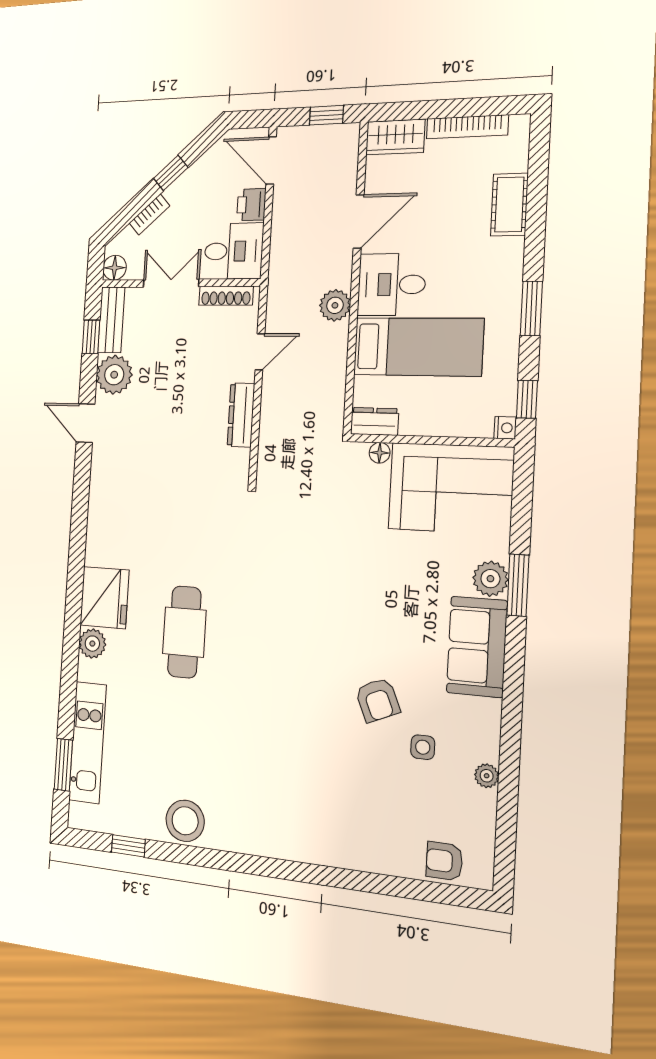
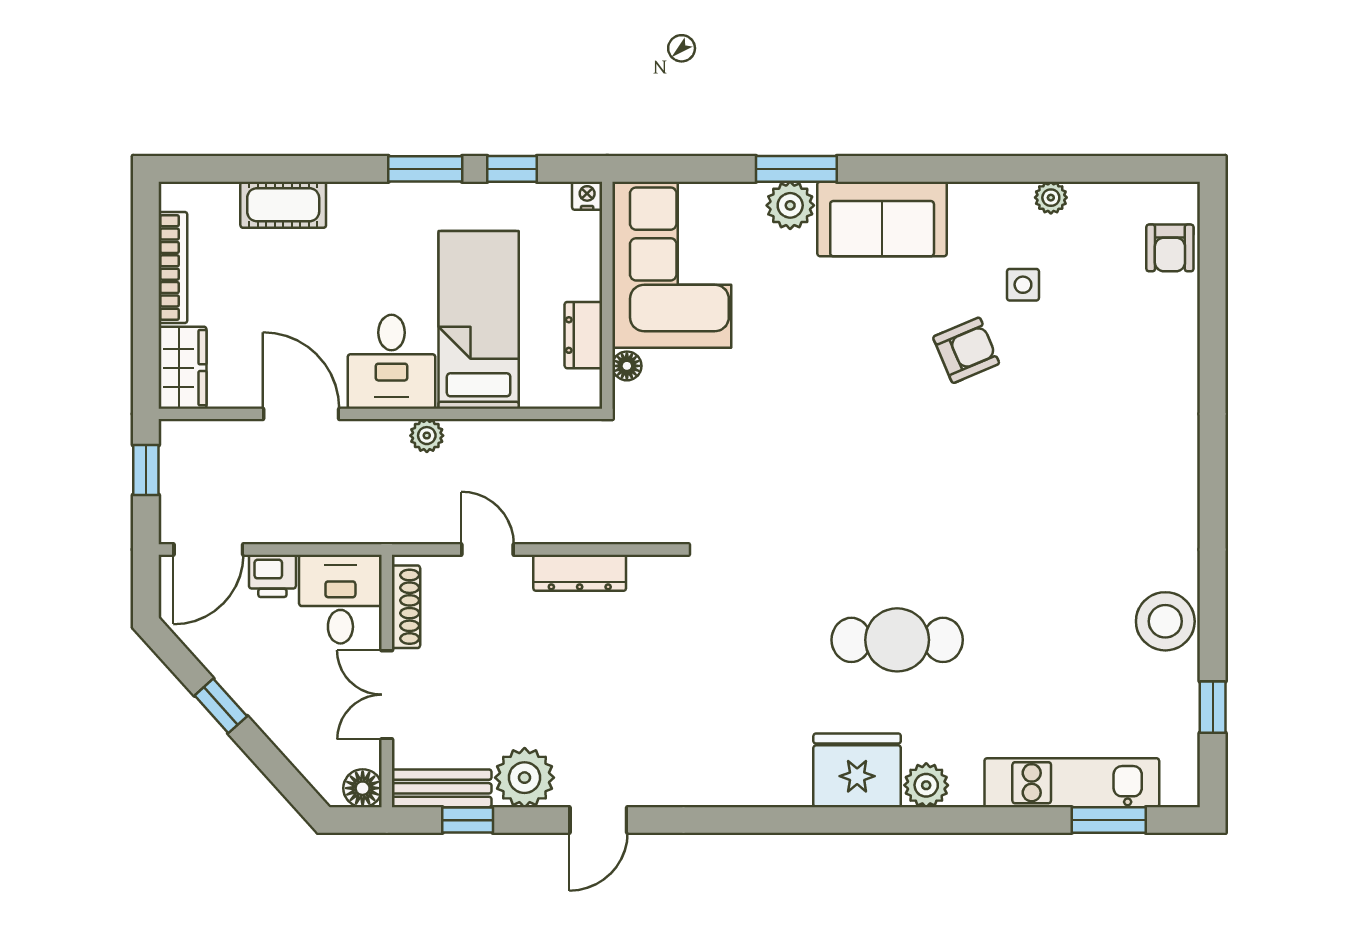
bookcase: (149, 214) -> (283, 736), removed
plant: (335, 305) -> (427, 436), width x0.73, depth x0.73
window: (527, 399) -> (512, 169), moved
dresser: (375, 421) -> (583, 335), moved

